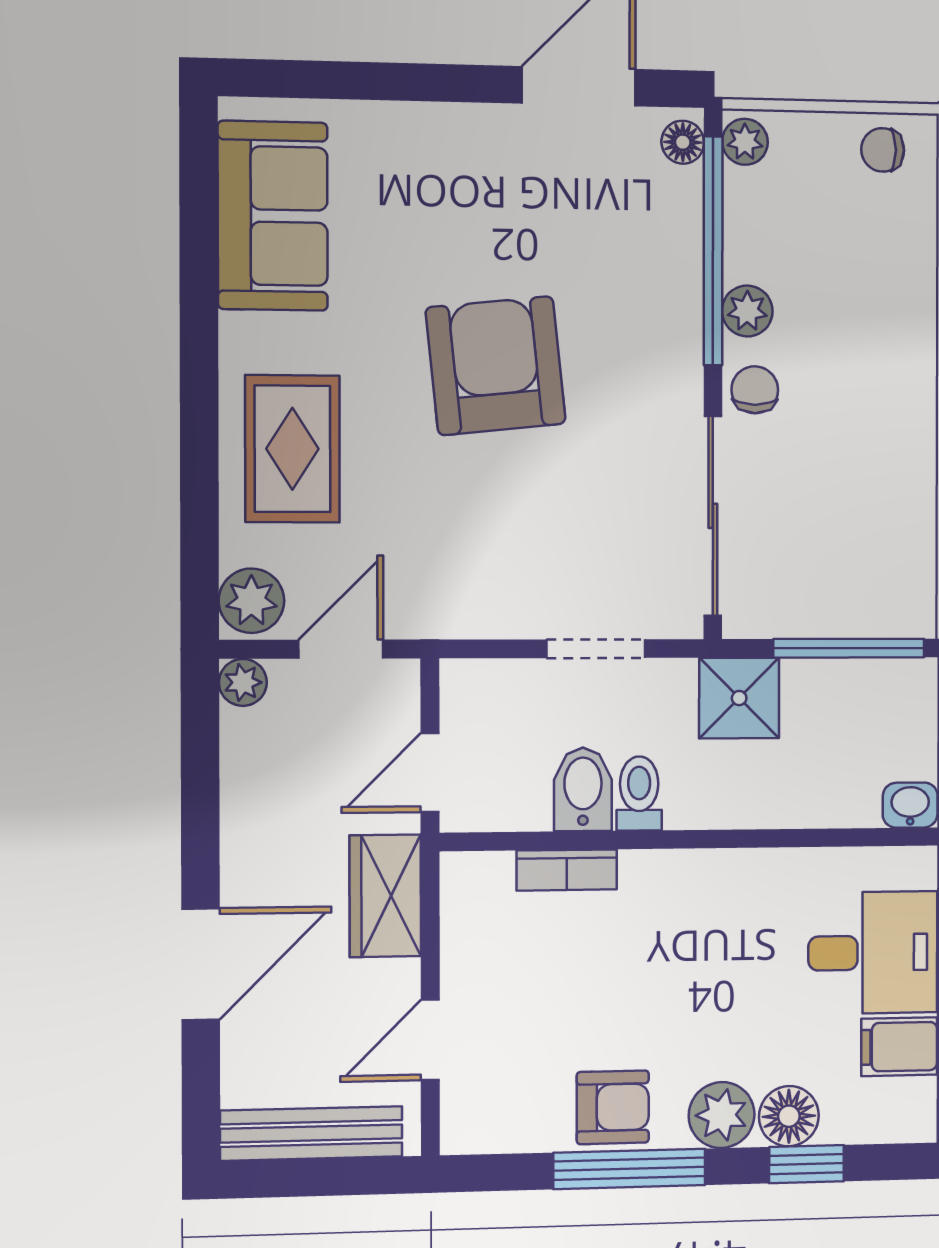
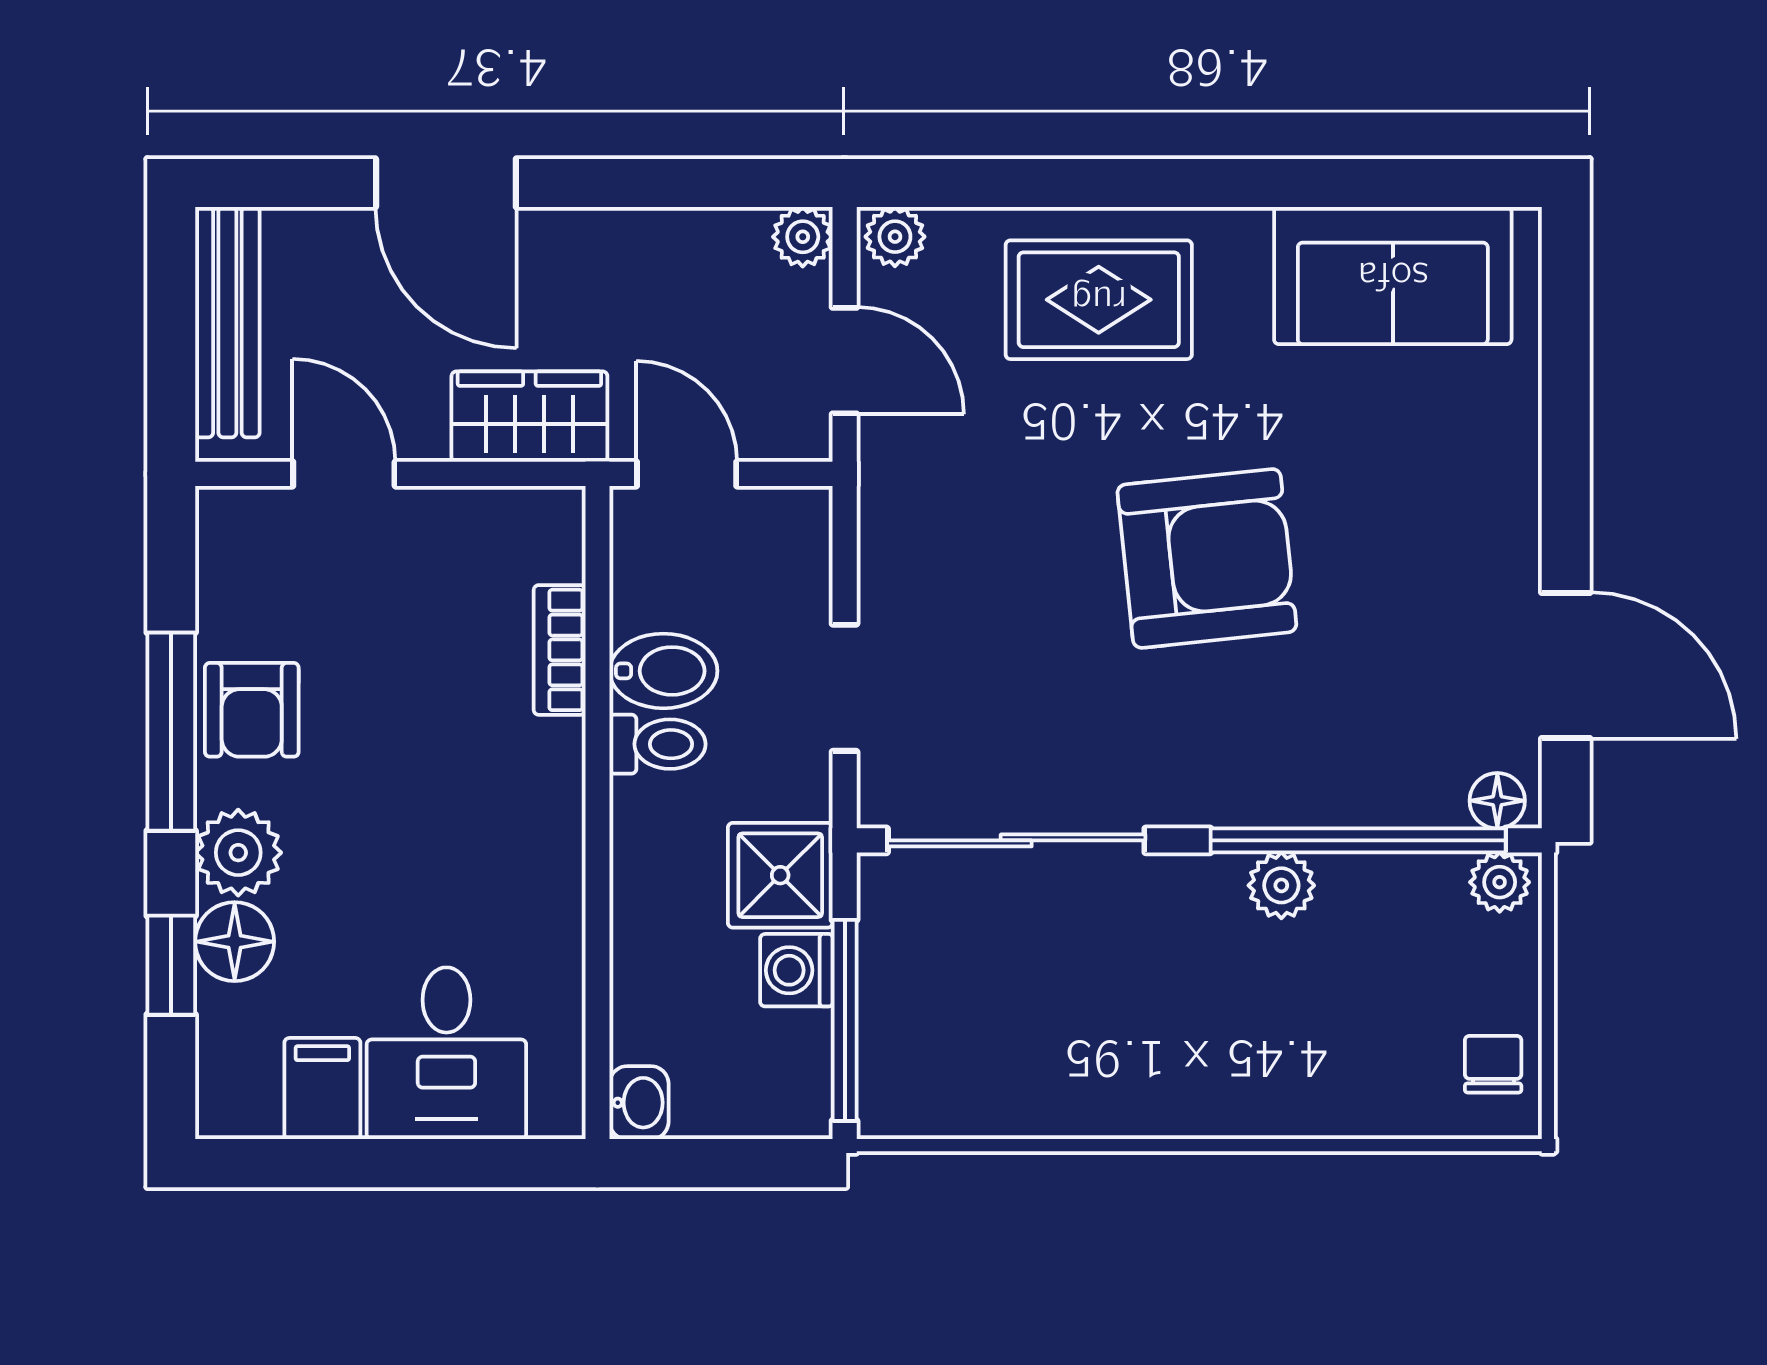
chair: (755, 390) -> (1180, 895), removed
plant: (251, 601) -> (895, 237), width x0.73, depth x0.73
washing machine: (811, 685) -> (796, 970), added

